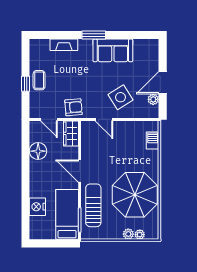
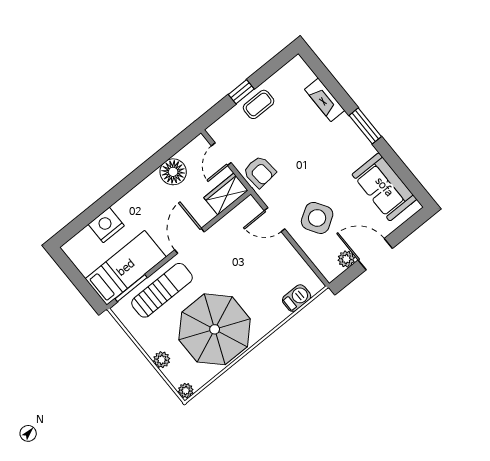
sofa: (113, 50) -> (384, 187), moved
door: (104, 119) -> (275, 220), hinge flipped
plant: (140, 235) -> (186, 391), moved

